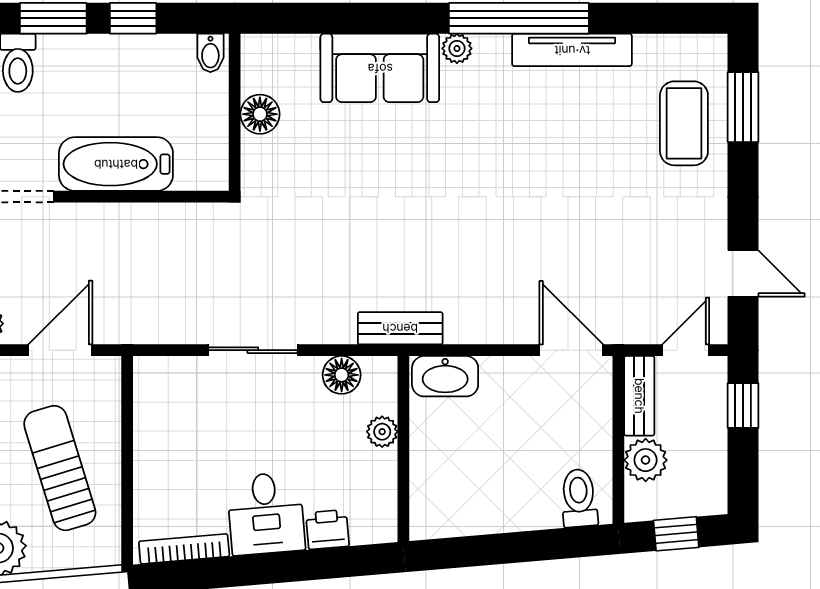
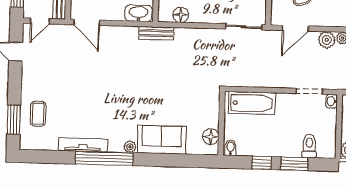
floor lamp: (260, 114) -> (211, 137), moved
coffee table: (684, 123) -> (38, 114), width x0.73, depth x0.77
bathtub: (116, 164) -> (252, 103), moved
sliding door: (253, 350) -> (243, 27), moved

